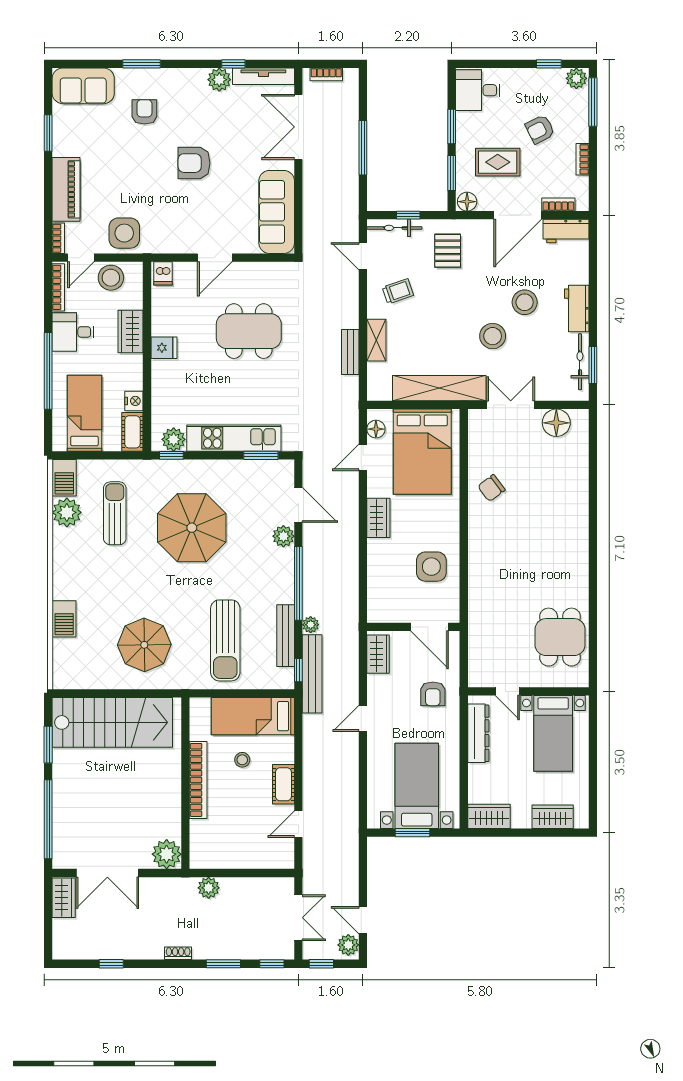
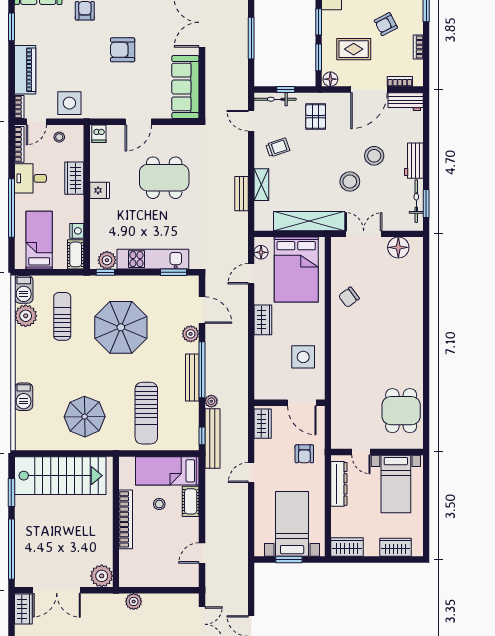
stool: (111, 278) -> (59, 137), width x0.53, depth x0.53
bench: (286, 636) -> (192, 377), moved
cot: (283, 784) -> (191, 501), moved

